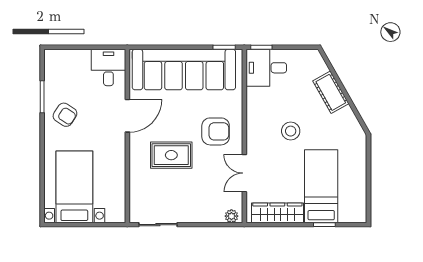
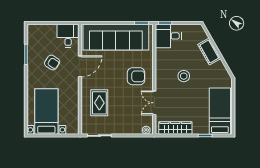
armchair: (65, 115) -> (52, 63), moved
rug: (171, 155) -> (99, 103), moved, turned 90
bed: (321, 186) -> (220, 111), moved

